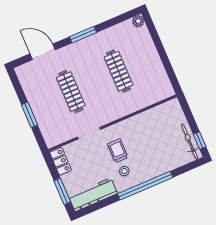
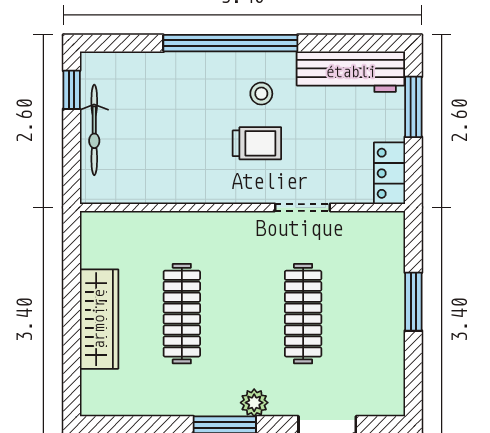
plant: (138, 21) -> (254, 403), moved
wardrobe: (150, 55) -> (99, 319), added
bicycle: (190, 142) -> (94, 130), moved
trolley: (118, 151) -> (257, 143), turned -90

